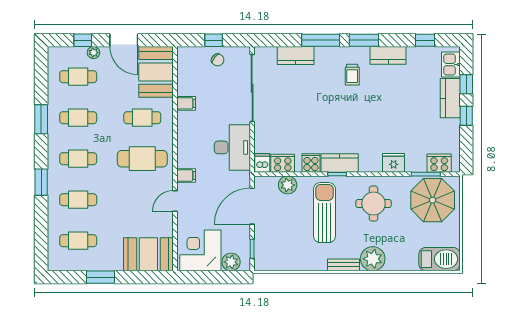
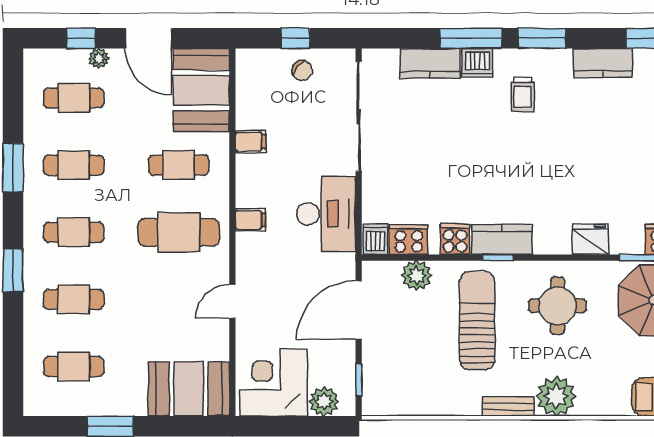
dishwasher: (325, 55) -> (477, 63), added
kitchen counter: (388, 55) -> (603, 63), moved
filing cabinet: (186, 175) -> (250, 220), moved

